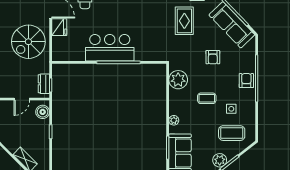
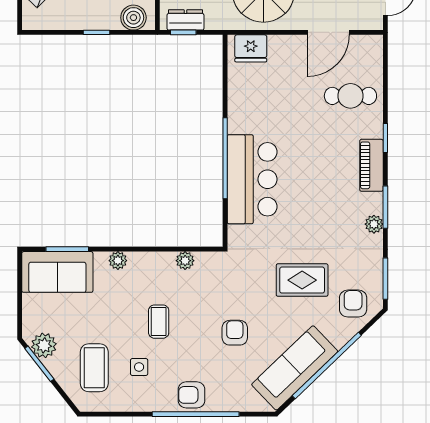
fridge: (59, 27) -> (251, 48), moved
bar counter: (110, 48) -> (252, 179), moved
armchair: (213, 57) -> (235, 333), turned 90
plant: (178, 80) -> (185, 261), width x0.53, depth x0.53
armchair: (246, 81) -> (191, 395), turned 180

